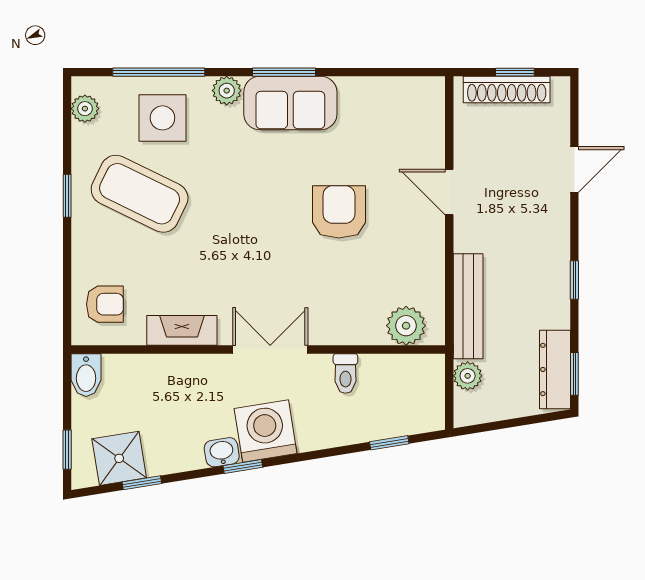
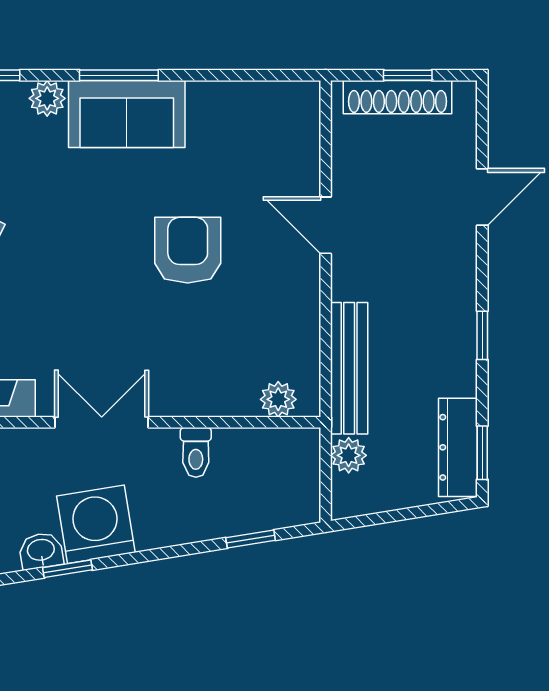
plant: (406, 326) -> (278, 399), width x0.73, depth x0.73

